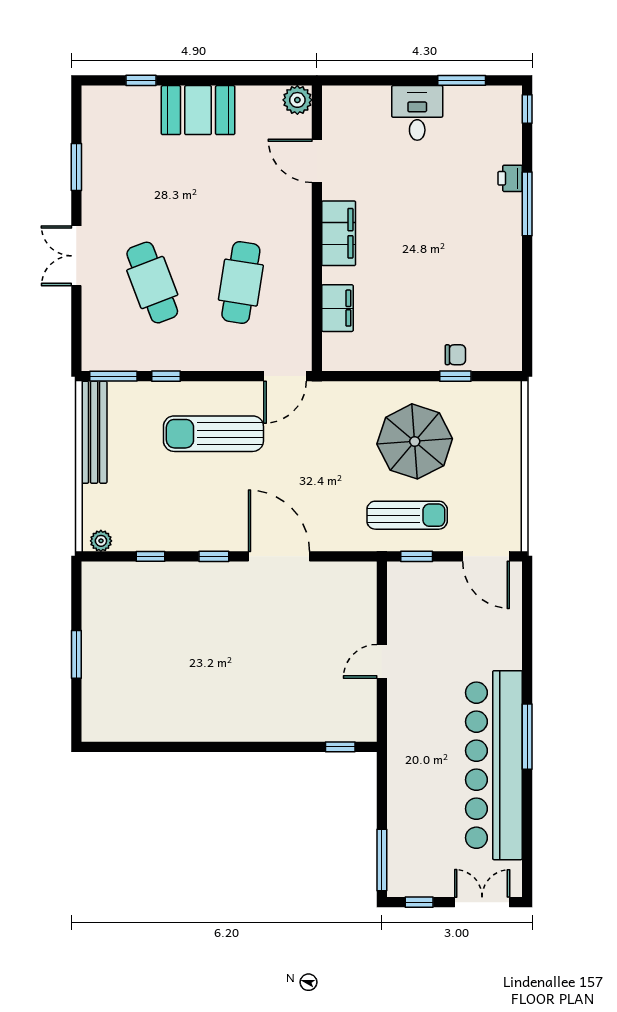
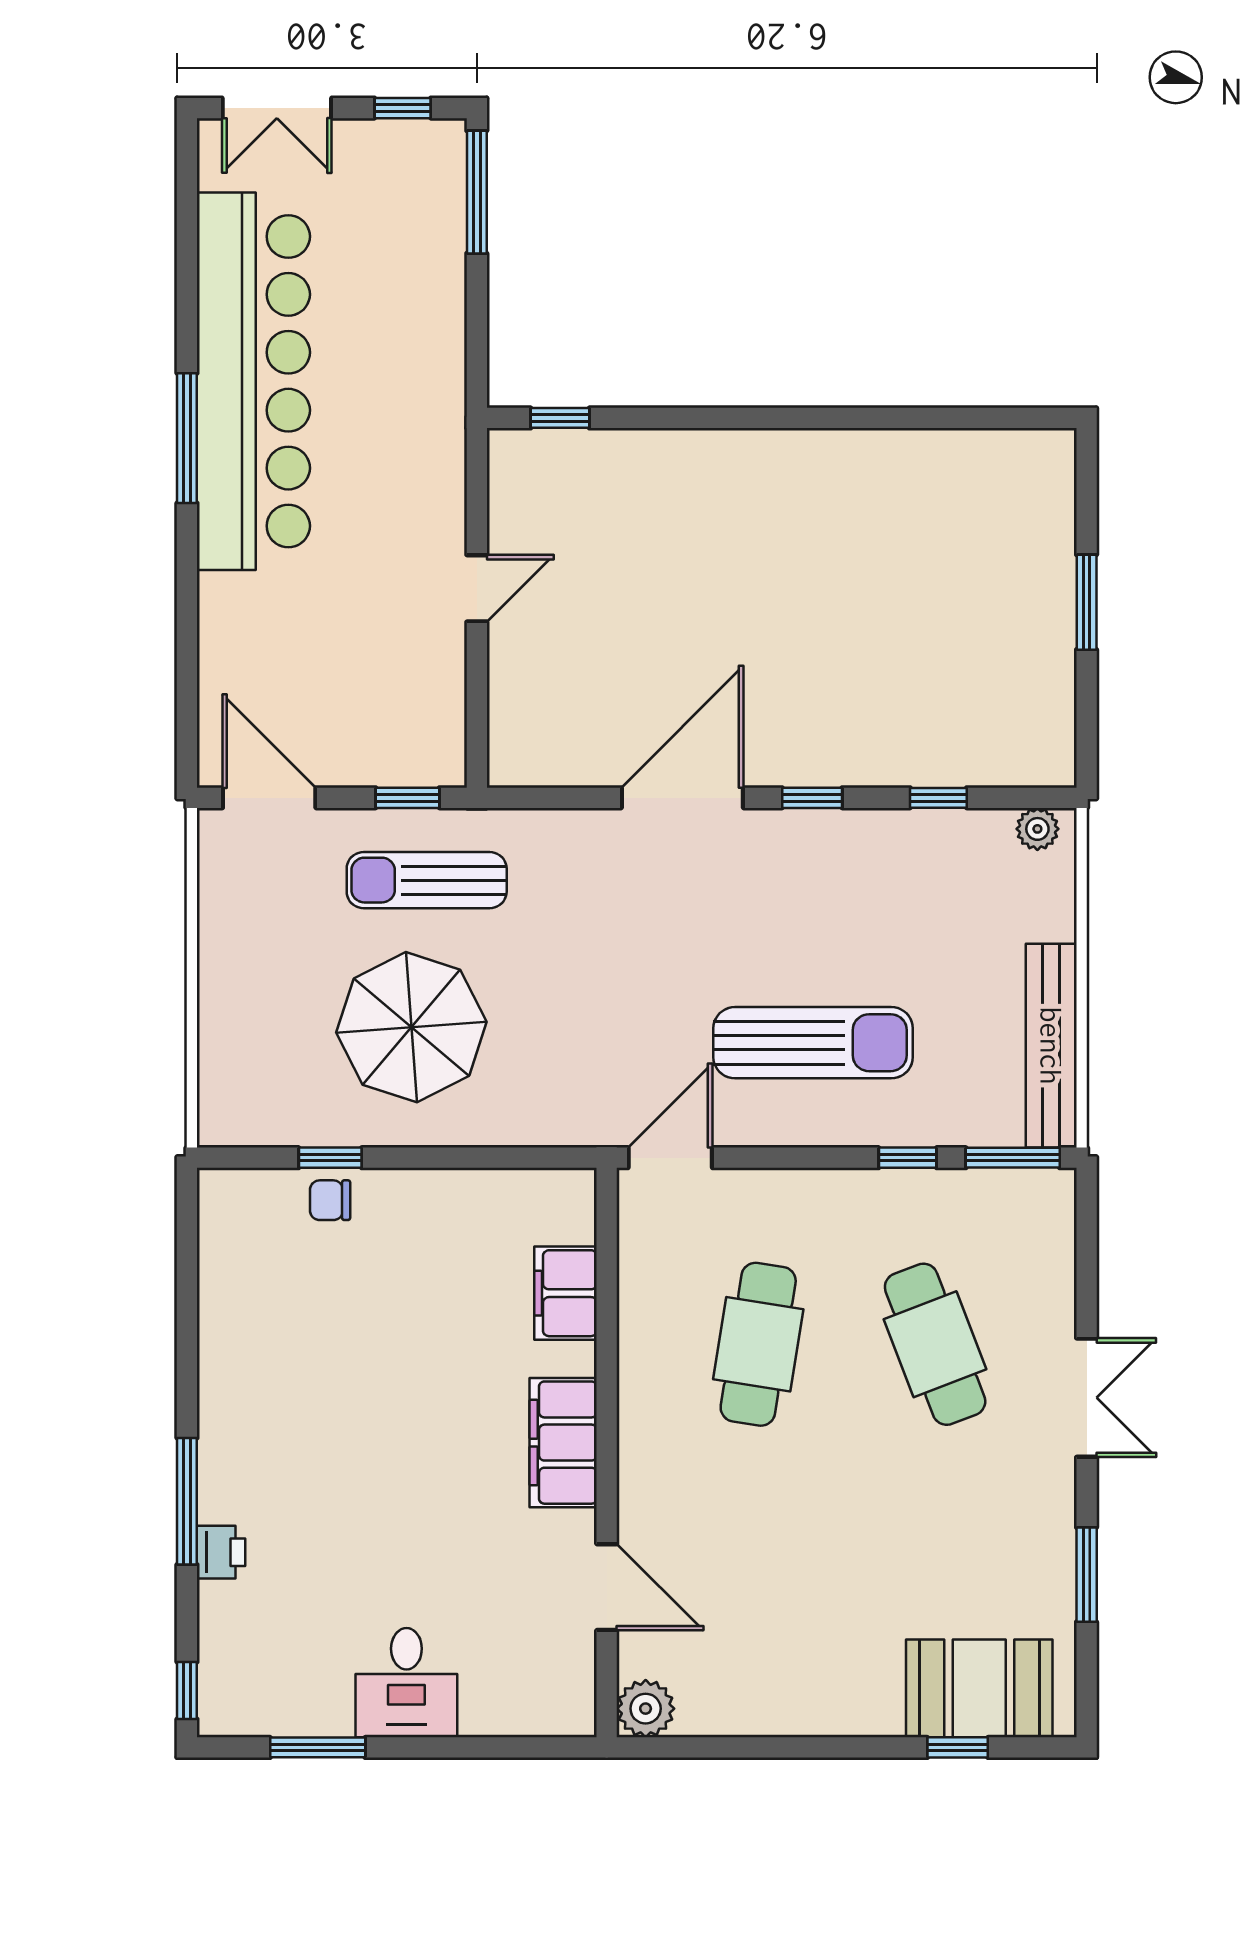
booth: (198, 110) -> (979, 1688), moved
door: (279, 556) -> (682, 798), swing flipped

